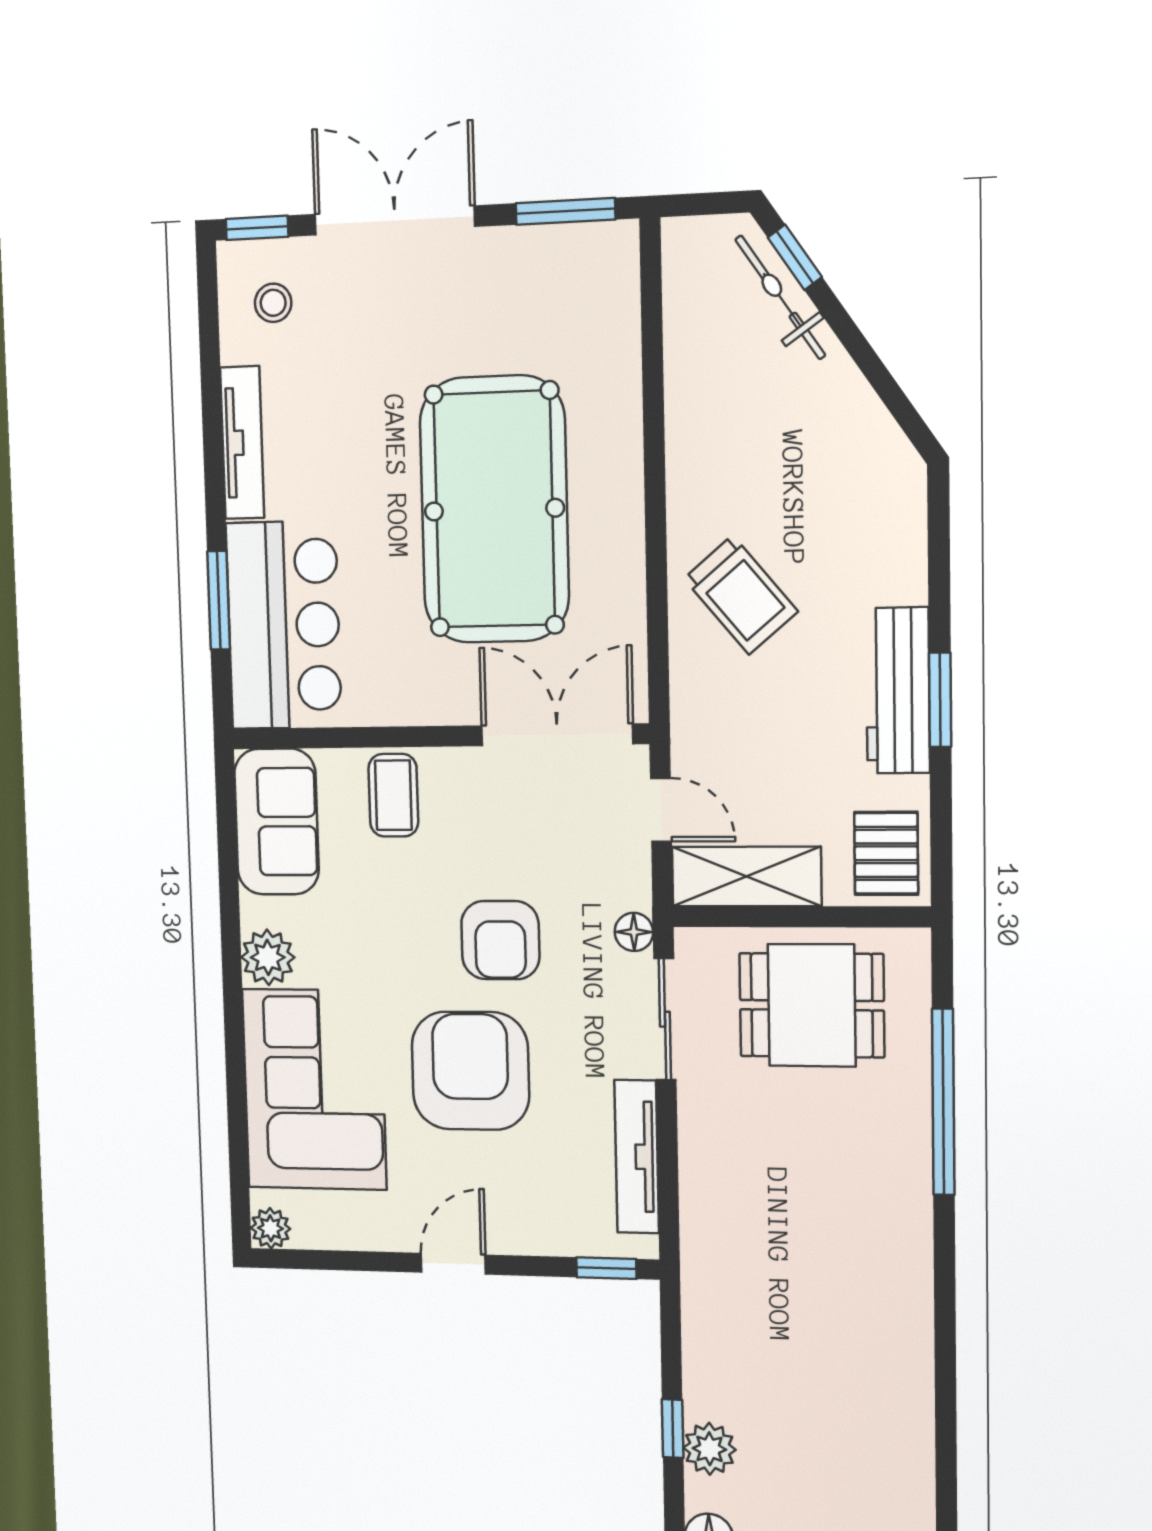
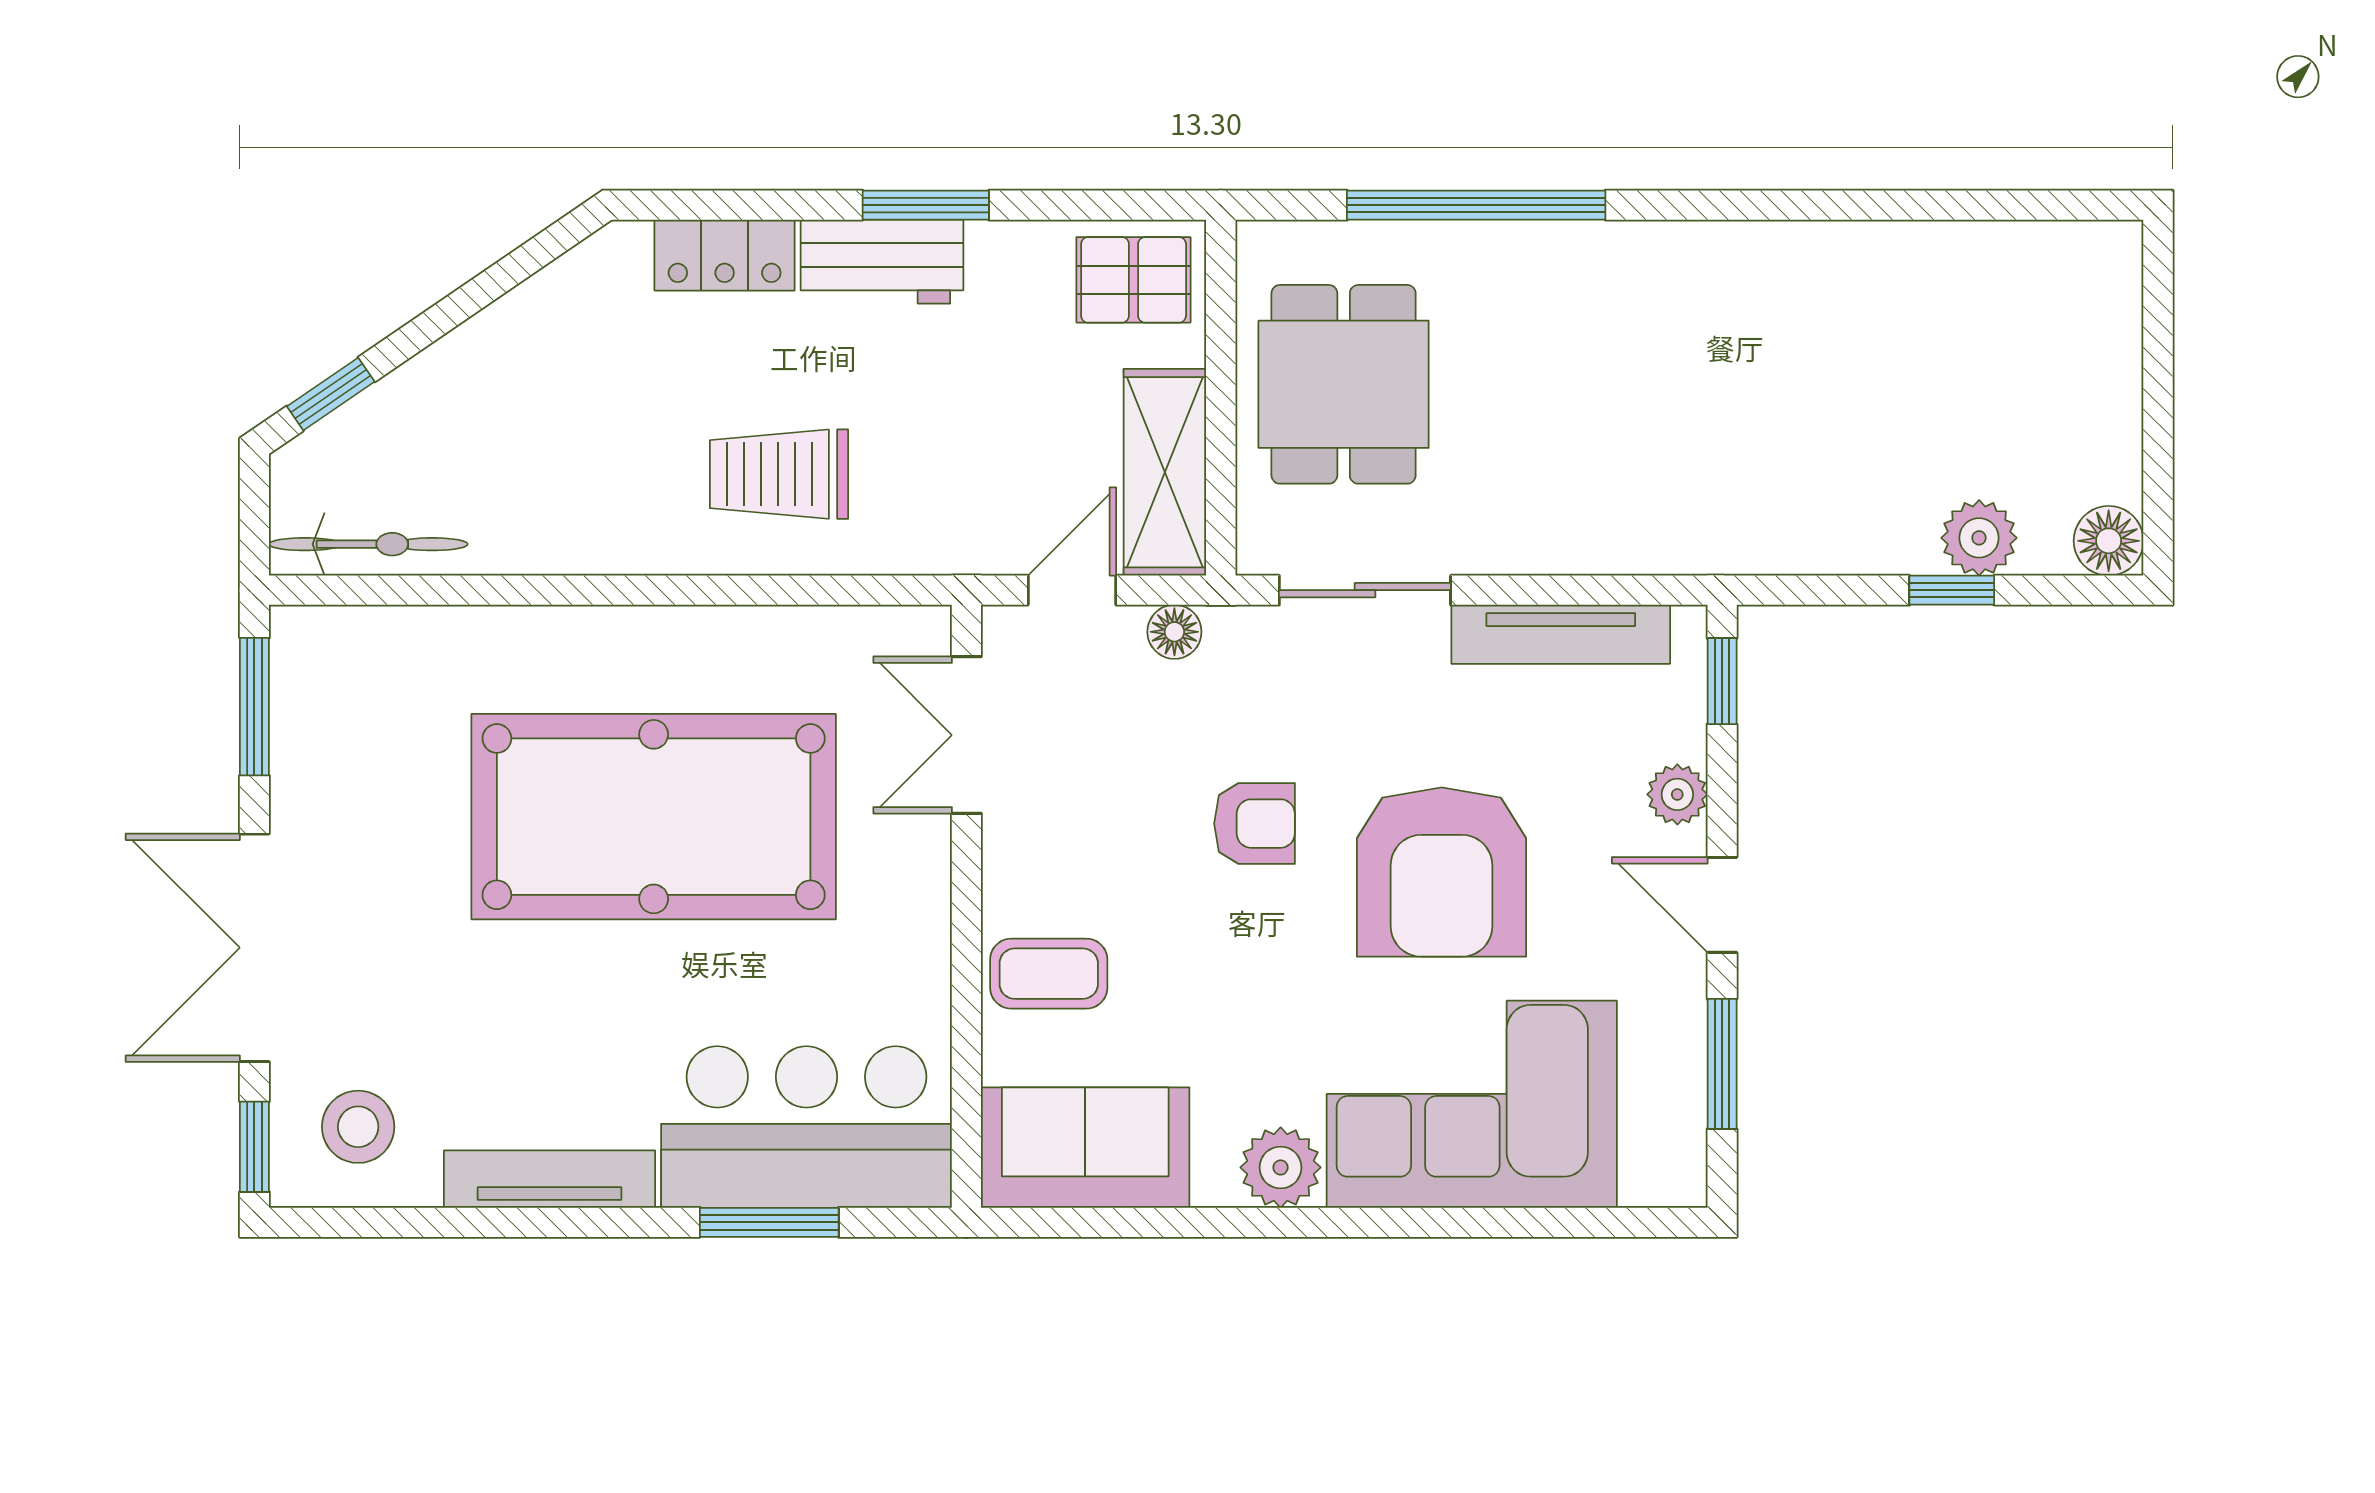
bicycle: (780, 297) -> (368, 544), moved, turned -146
stool: (273, 303) -> (358, 1127), width x1.37, depth x1.37
locker: (901, 550) -> (725, 255), added
trolley: (741, 595) -> (779, 474), turned -140
workbench: (898, 691) -> (882, 262), width x0.73
double door: (557, 735) -> (966, 735), width x0.73
floor lamp: (634, 932) -> (1174, 632), moved
armchair: (500, 940) -> (1254, 824), width x0.72, depth x0.72
armchair: (470, 1071) -> (1442, 872), turned -90
plant: (271, 1228) -> (1677, 794), moved
window: (347, 1261) -> (1722, 1064), added

